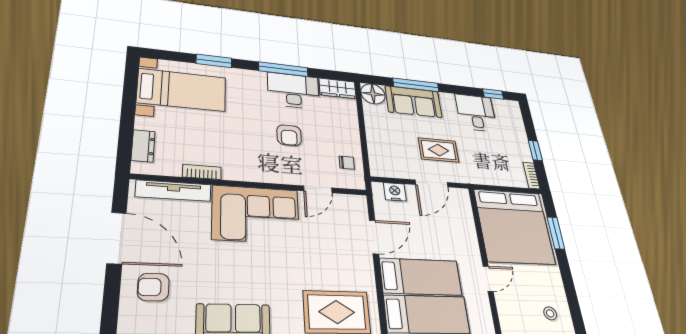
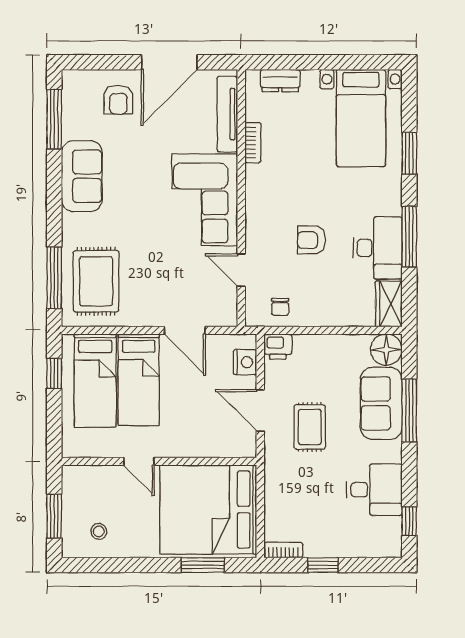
printer: (379, 167) -> (278, 347), added
armchair: (153, 287) -> (118, 100), turned 180

